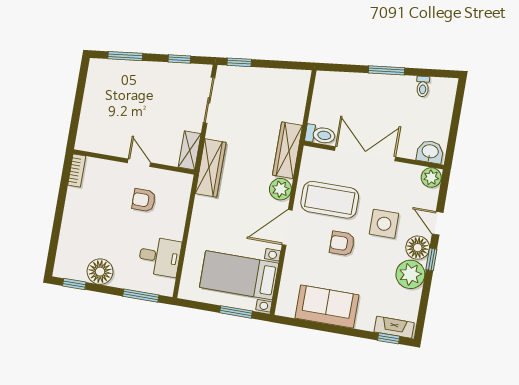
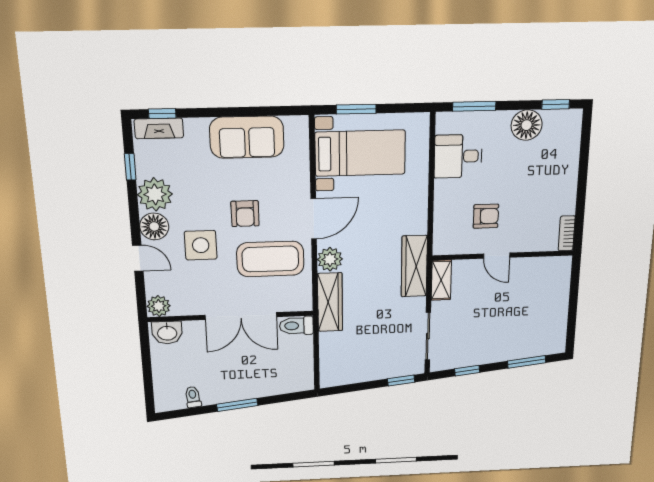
armchair: (342, 243) -> (245, 214), turned 90
window: (431, 259) -> (130, 167), moved

